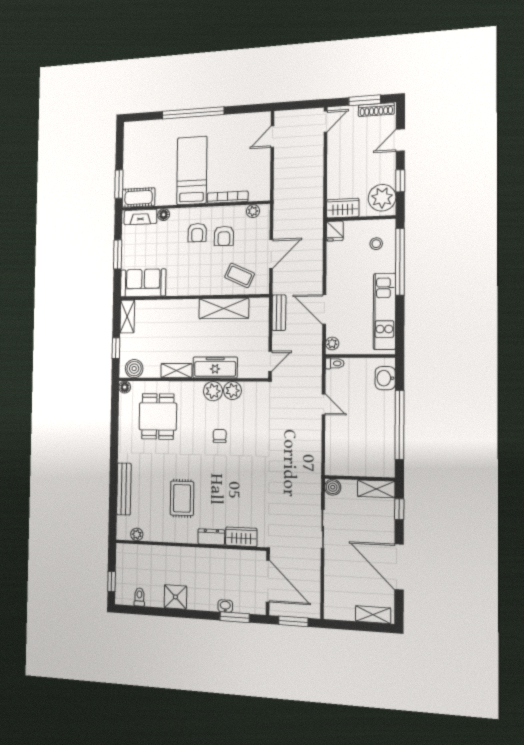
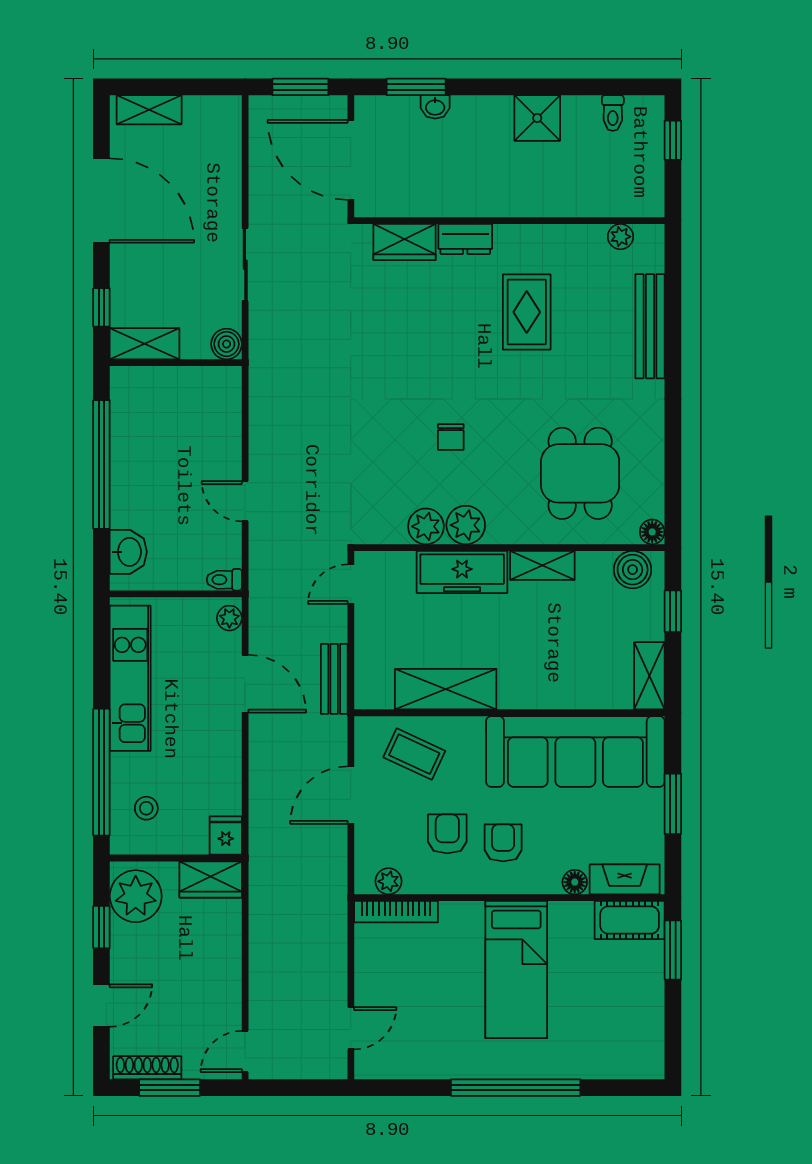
bookcase: (228, 197) -> (396, 912), moved
sofa: (143, 283) -> (575, 751), width x1.85, depth x1.27

